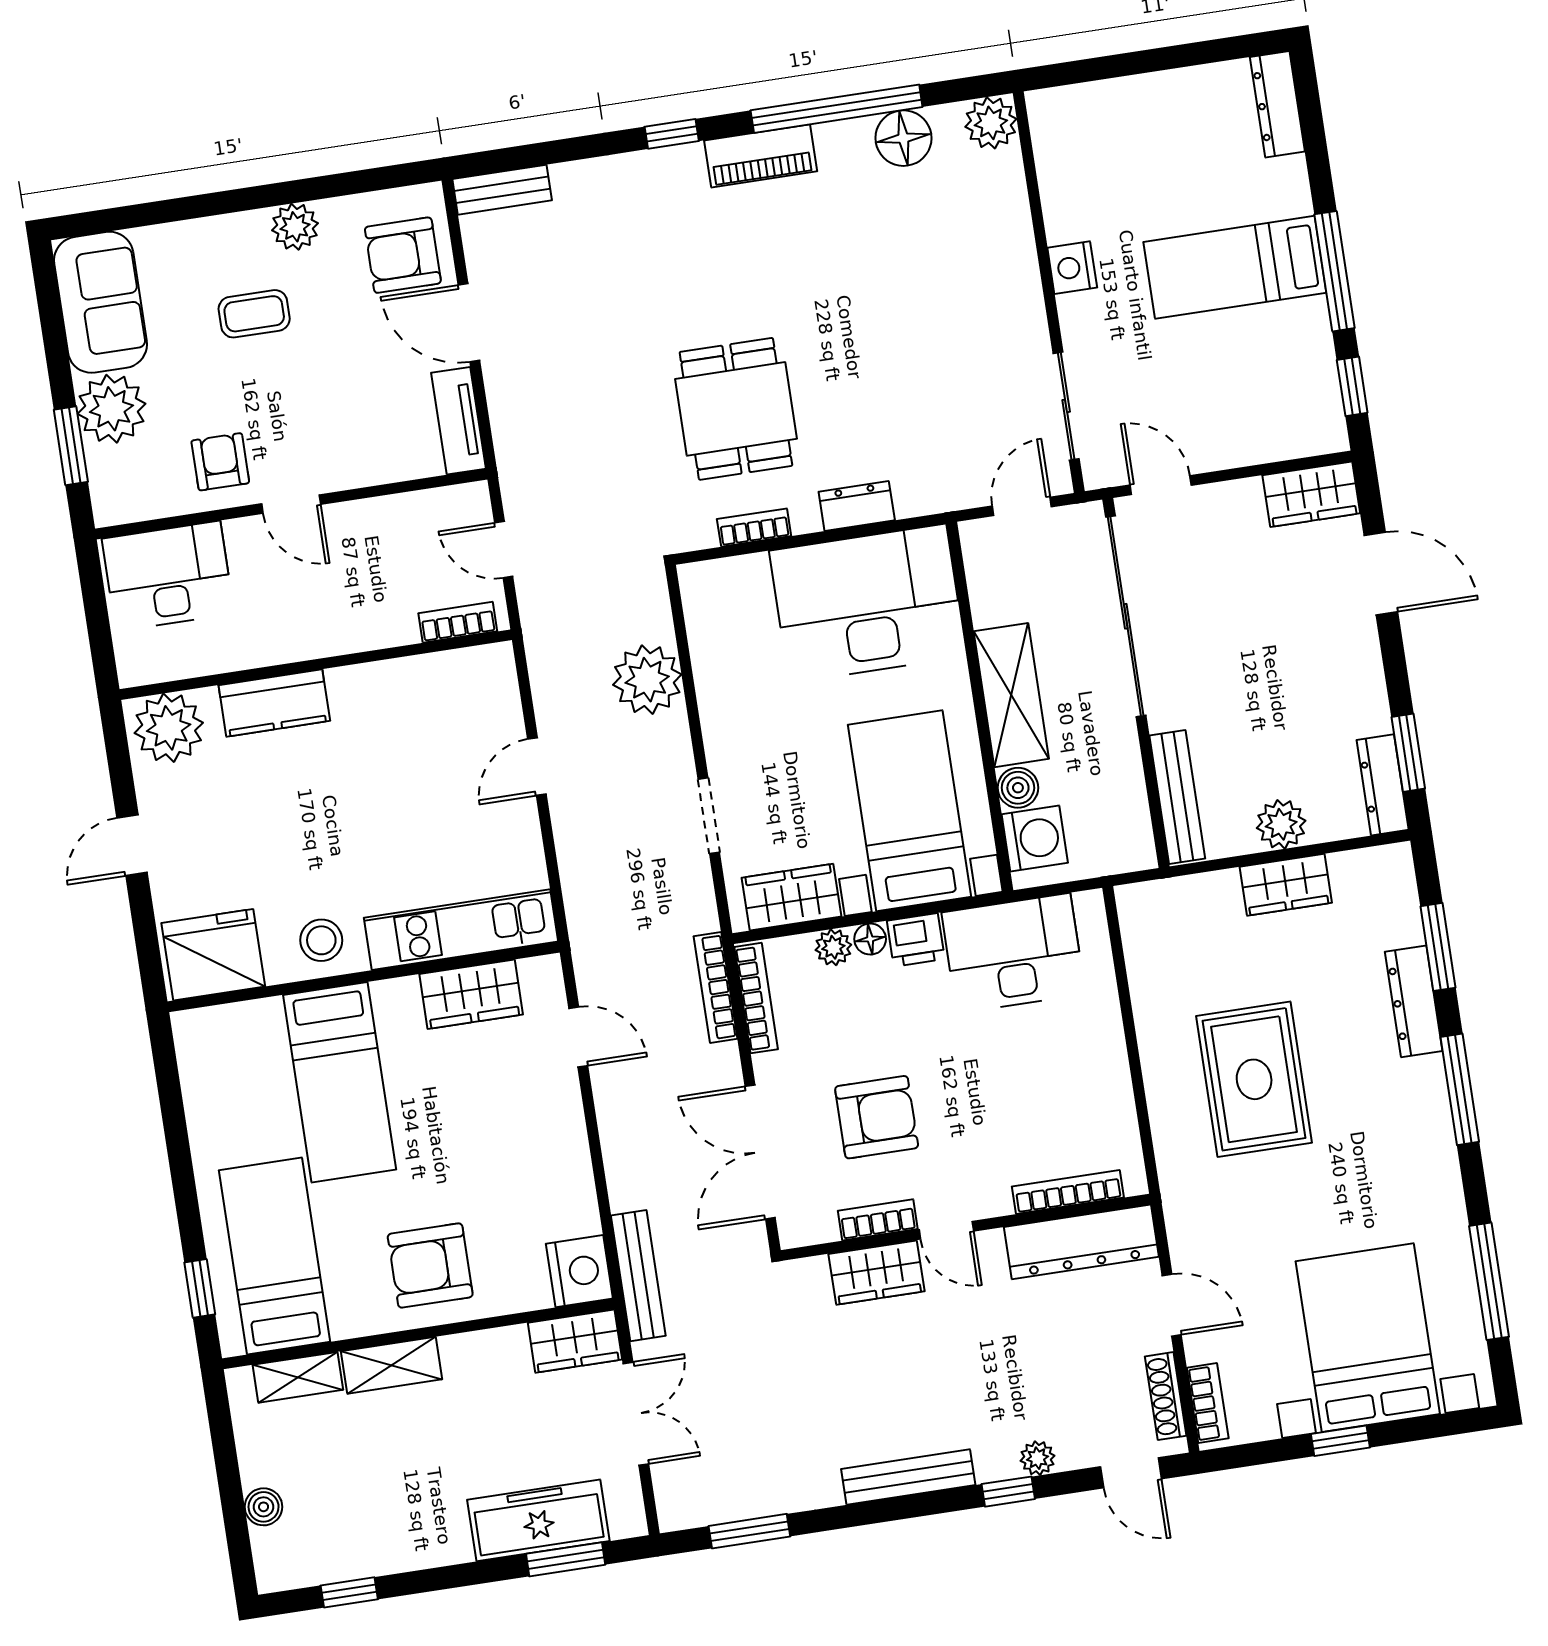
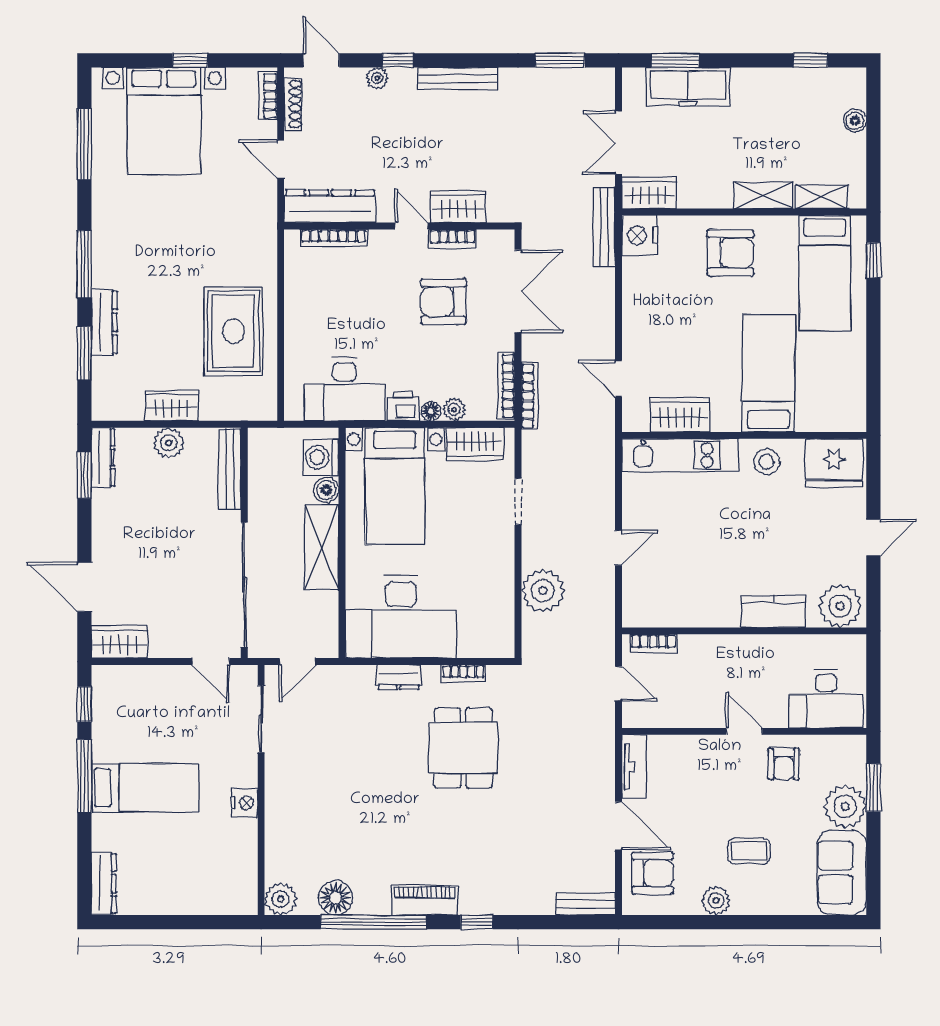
rug: (1254, 1079) -> (233, 331), moved

